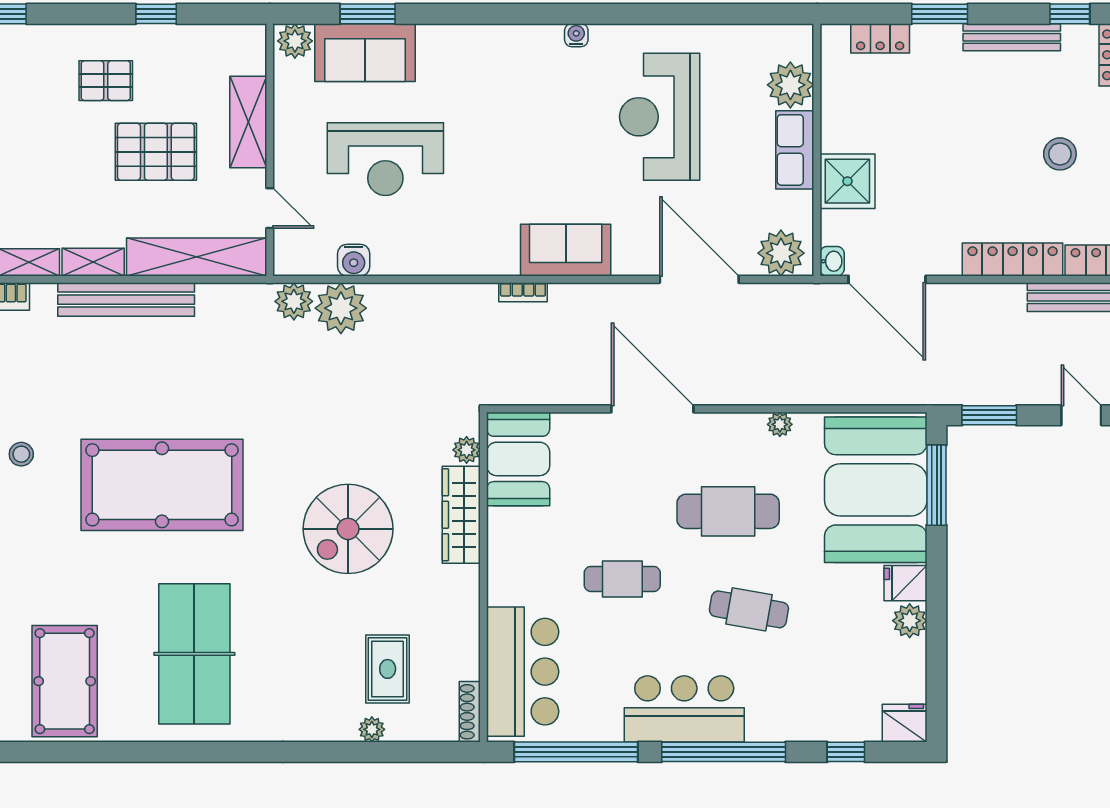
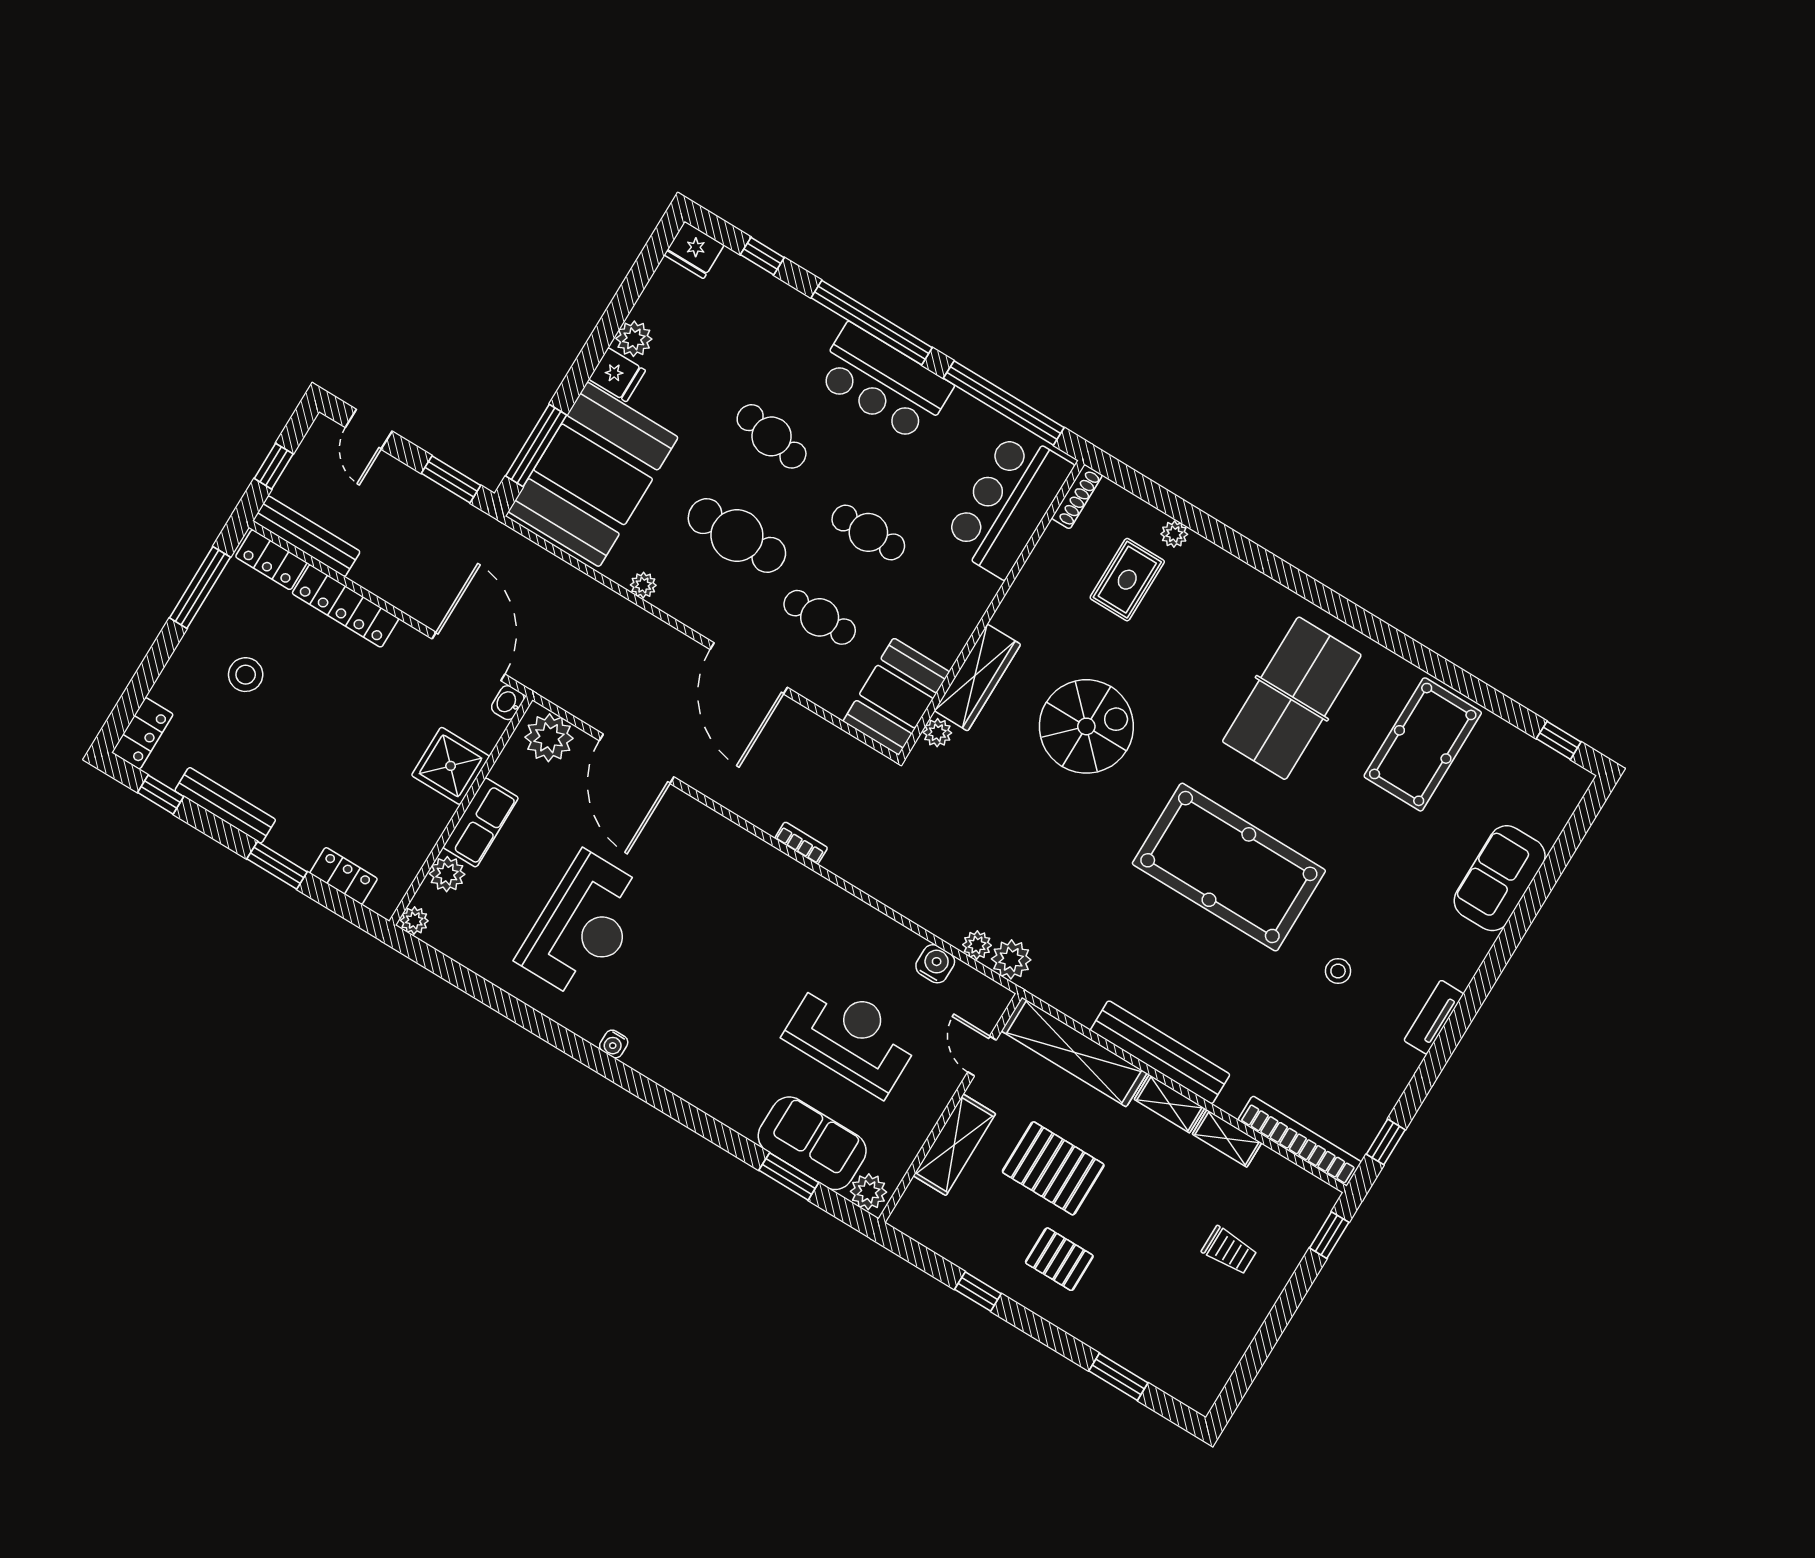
plant: (800, 37) -> (414, 921), added
plant: (790, 85) -> (447, 874), width x0.73, depth x0.73
sofa: (566, 250) -> (740, 858), removed
plant: (341, 308) -> (977, 945), width x0.53, depth x0.53
cafe table: (620, 486) -> (820, 617), added

